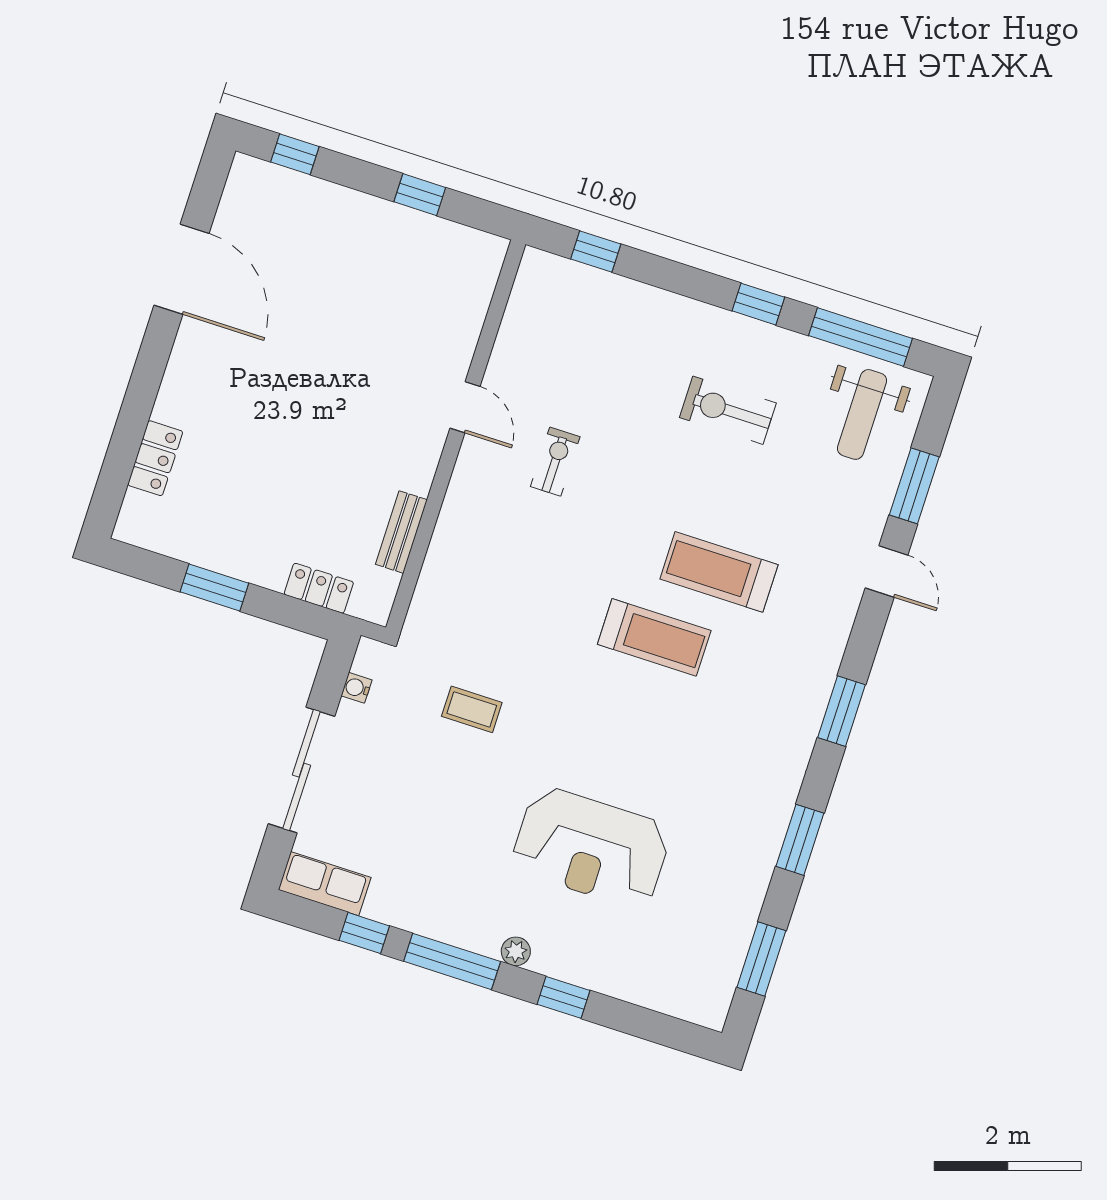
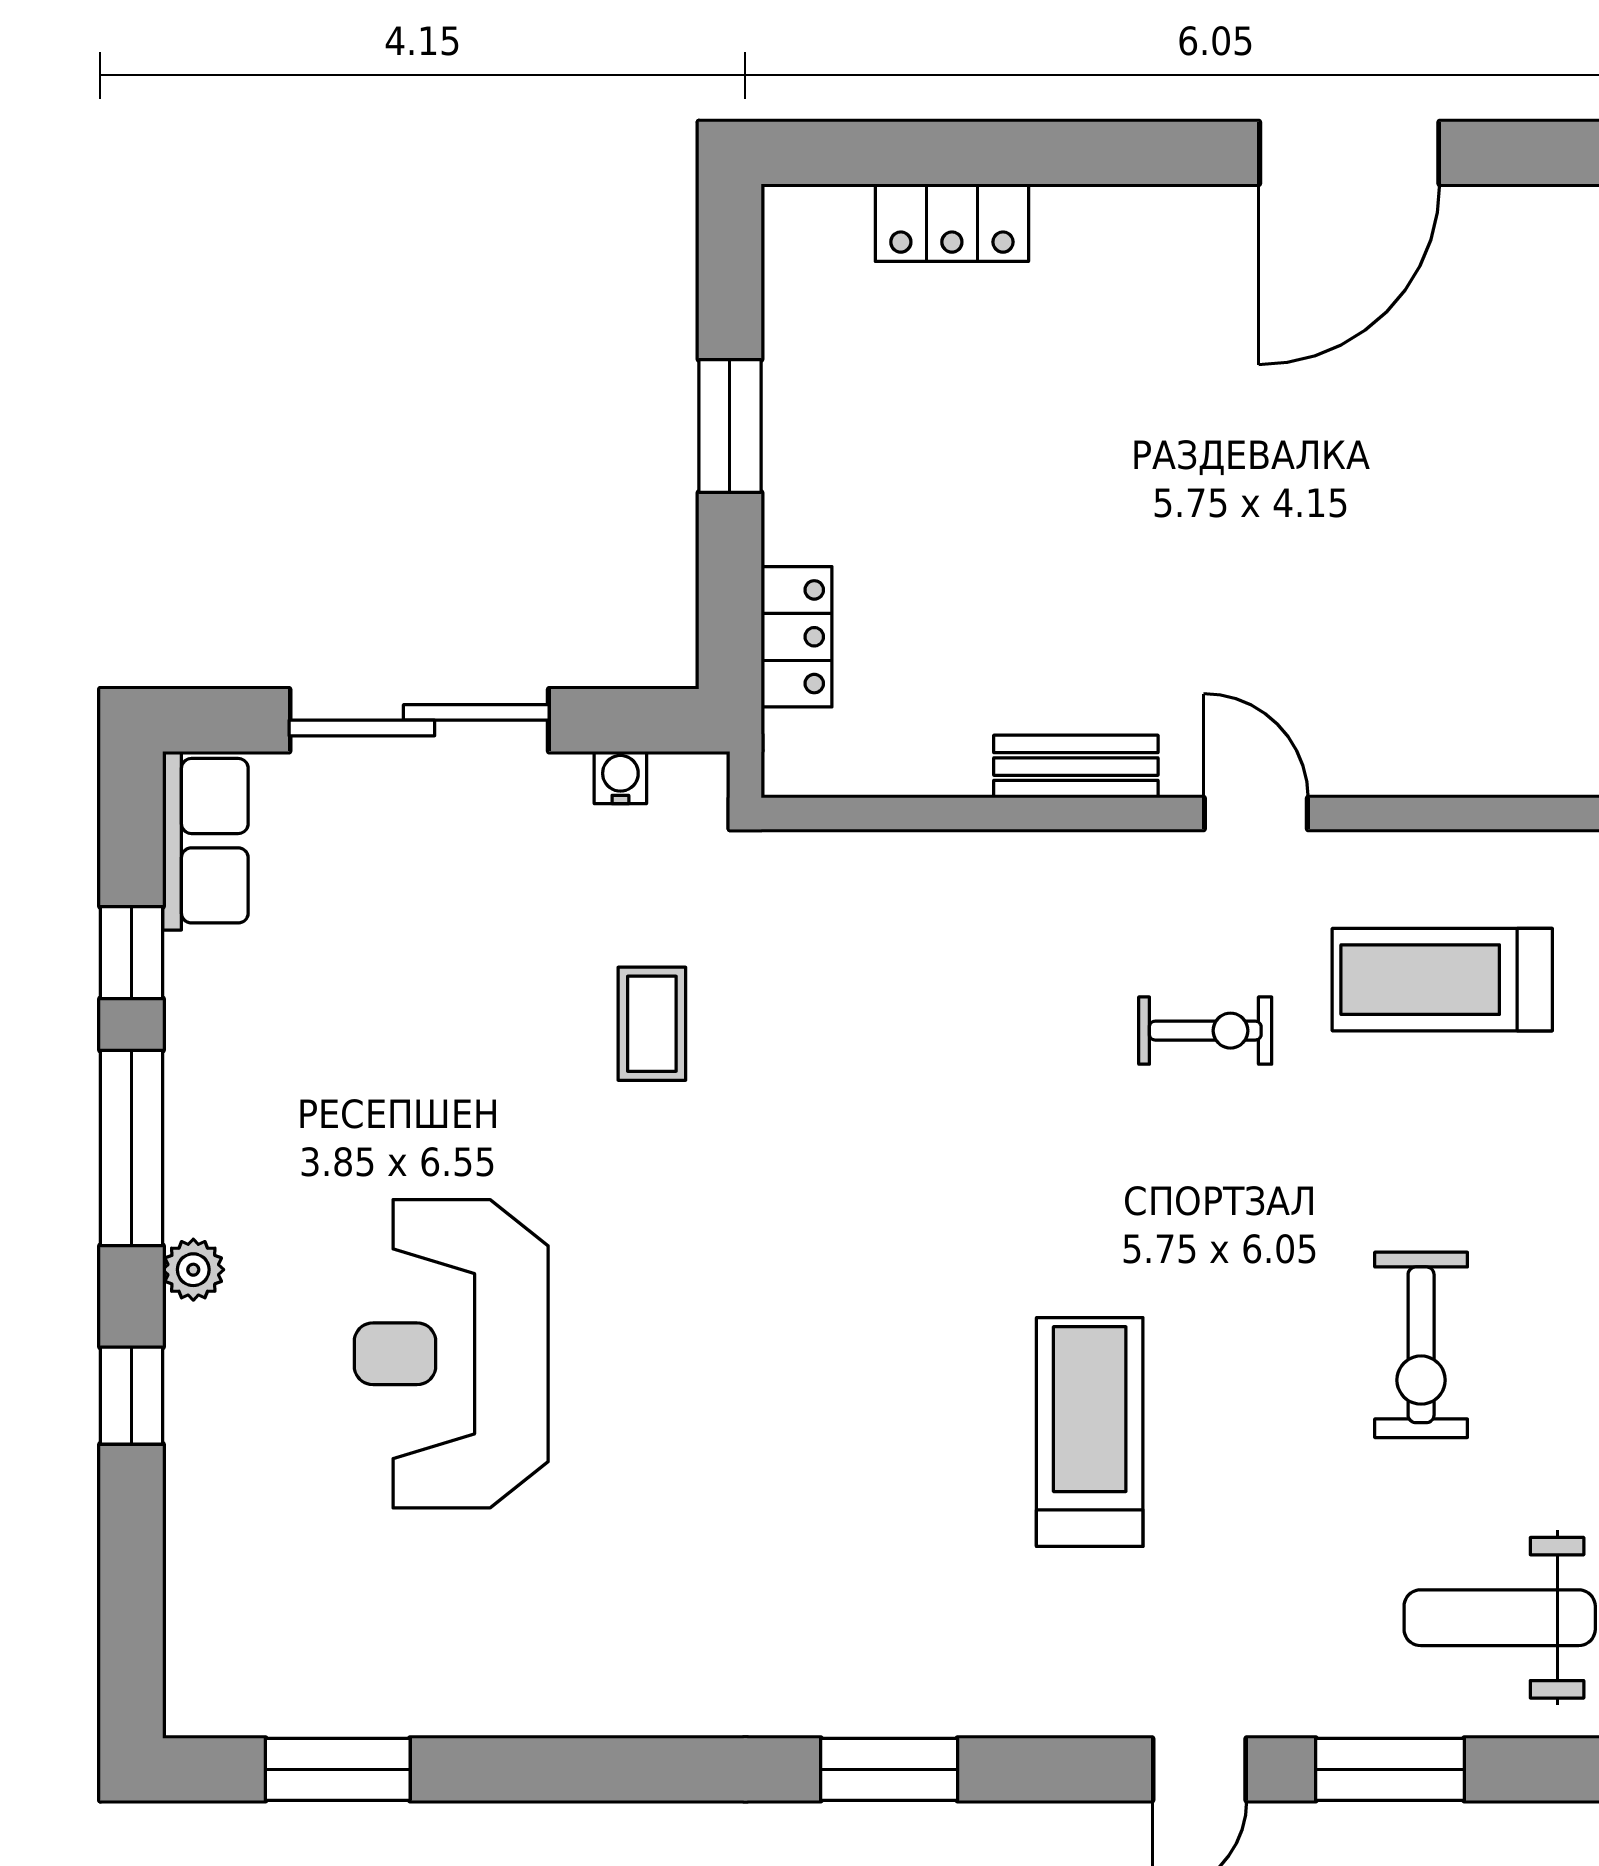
door: (465, 407) -> (1256, 813), swing flipped
exercise bike: (728, 410) -> (1421, 1345), turned 180
bench: (401, 532) -> (1076, 767), moved
treadmill: (654, 637) -> (1442, 980), moved, turned 90
window: (800, 840) -> (603, 1769), removed

